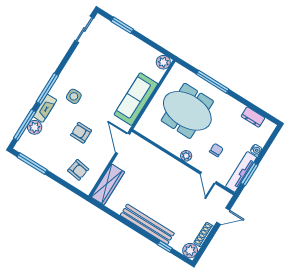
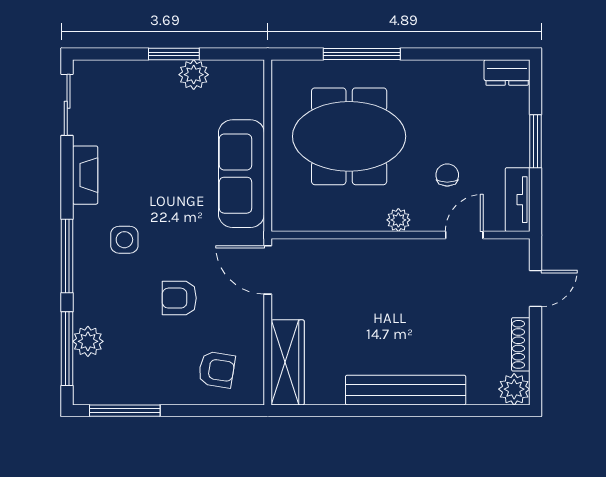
window: (122, 25) -> (174, 54), moved
plant: (163, 62) -> (194, 75), moved
fireplace: (45, 108) -> (85, 175), moved
dresser: (253, 117) -> (507, 72), moved
water cooler: (256, 150) -> (520, 129), removed
tv unit: (241, 172) -> (518, 200), width x0.71
window: (249, 174) -> (535, 141), moved
door: (208, 178) -> (464, 235), swing flipped
window: (165, 246) -> (463, 411), removed

